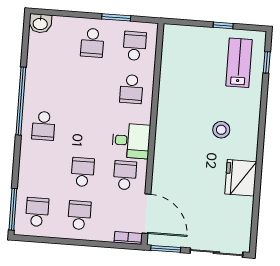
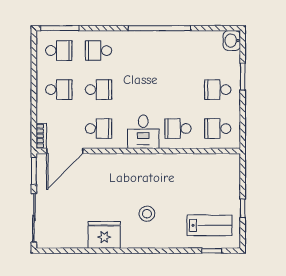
window: (116, 17) -> (243, 77), moved
school desk: (135, 46) -> (218, 129), turned 180
school desk: (44, 126) -> (99, 51), moved
desk: (131, 141) -> (143, 132), moved

